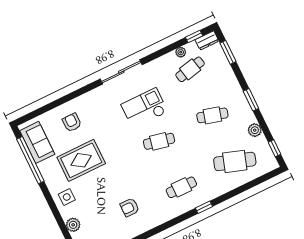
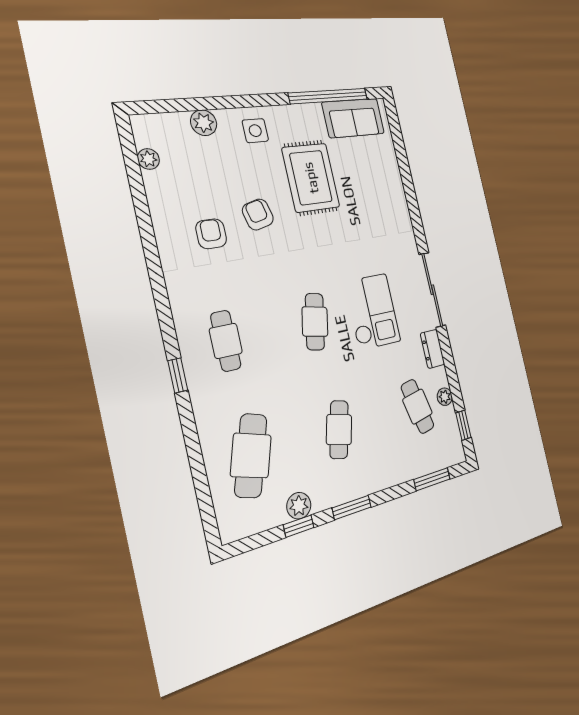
dresser: (207, 40) -> (432, 349), moved
armchair: (72, 122) -> (258, 214), moved, turned -104
window: (275, 148) -> (299, 526), moved

